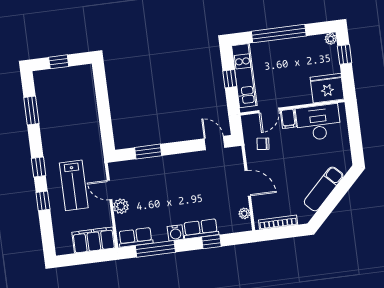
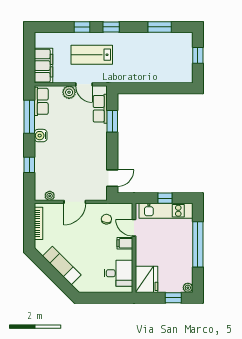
desk: (318, 122) -> (118, 273), width x0.73
door: (110, 190) -> (84, 84), swing flipped
row of seats: (201, 229) -> (100, 109), moved, turned 180

